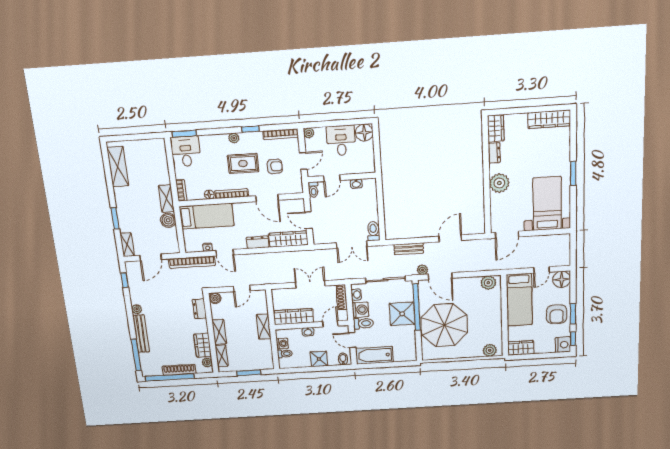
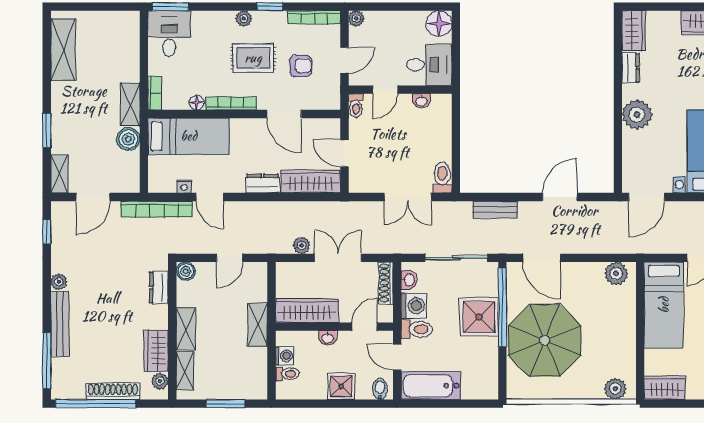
desk: (341, 140) -> (429, 65), moved, turned 90
plant: (422, 270) -> (302, 245), moved

